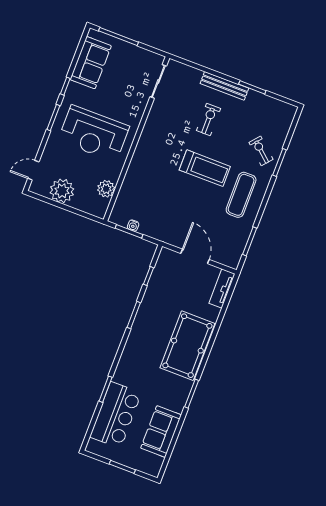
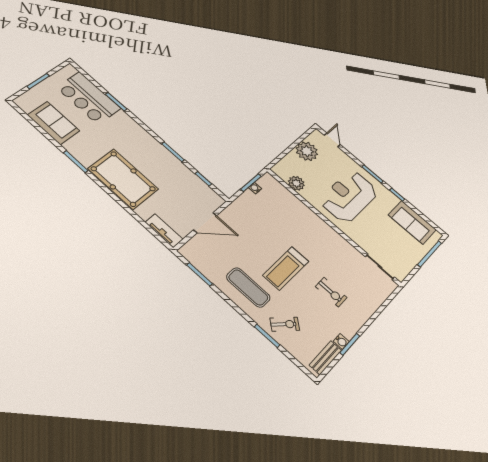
bench: (224, 86) -> (325, 358), moved, width x0.73
water cooler: (253, 96) -> (341, 341), added

